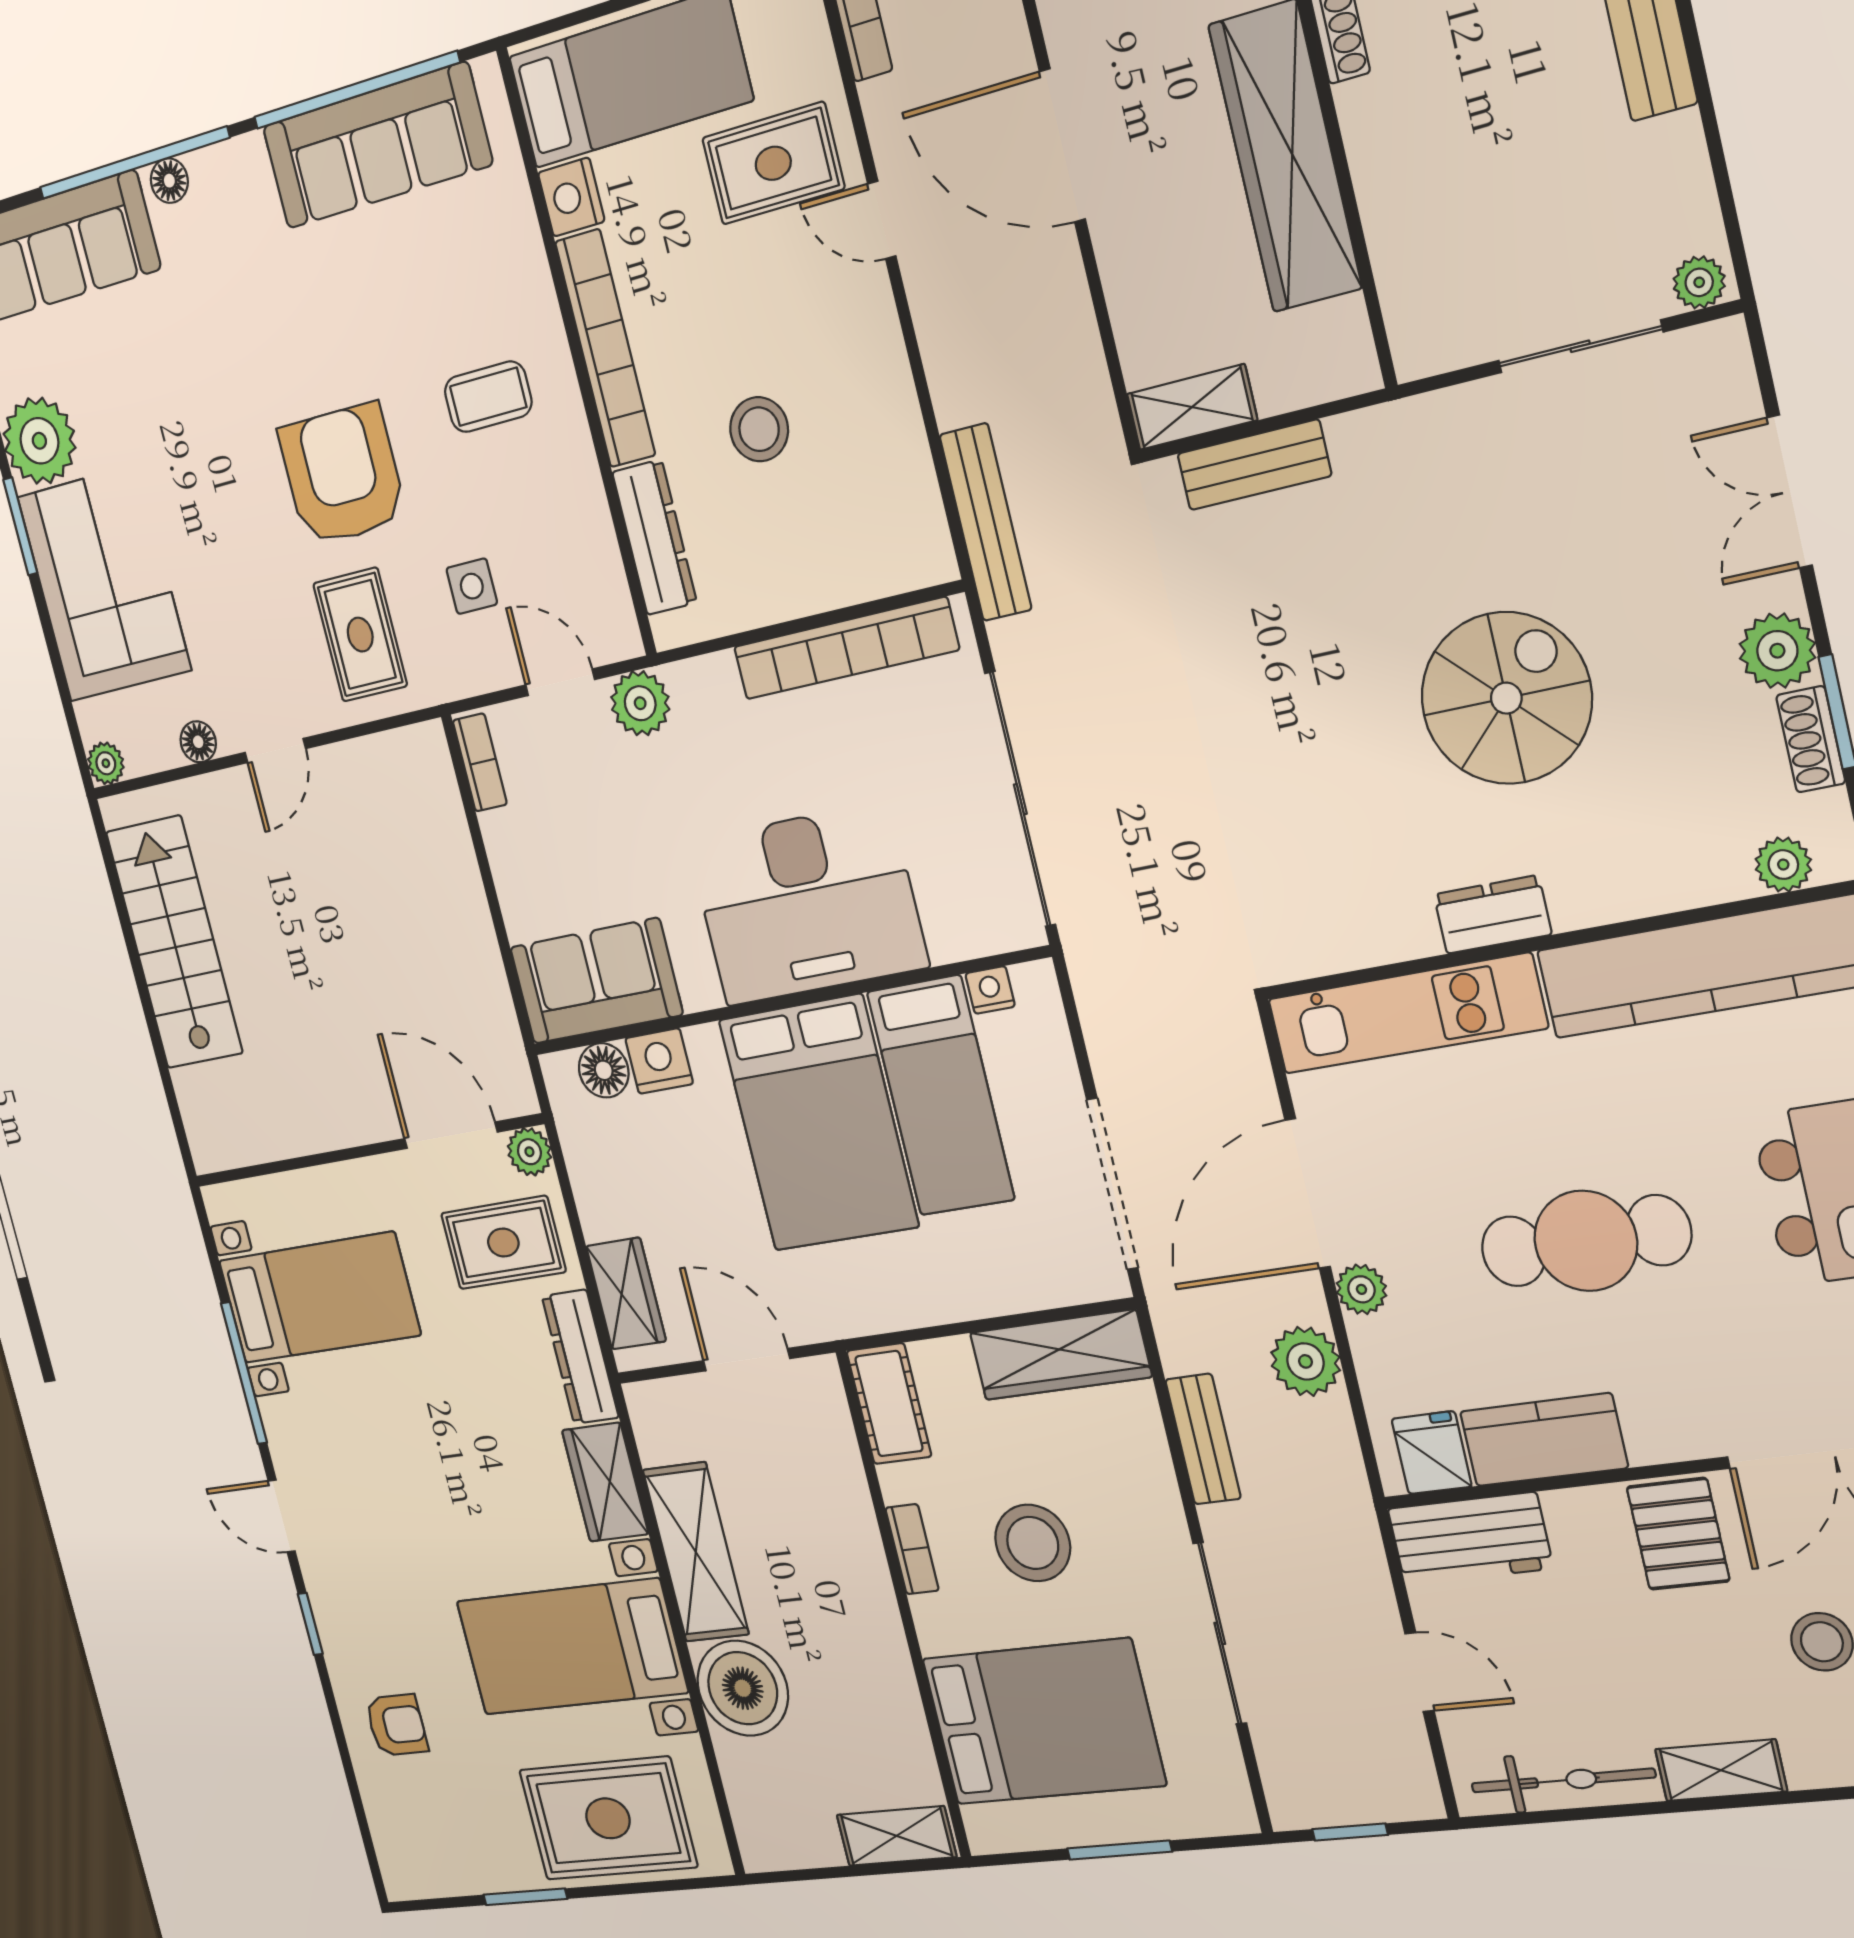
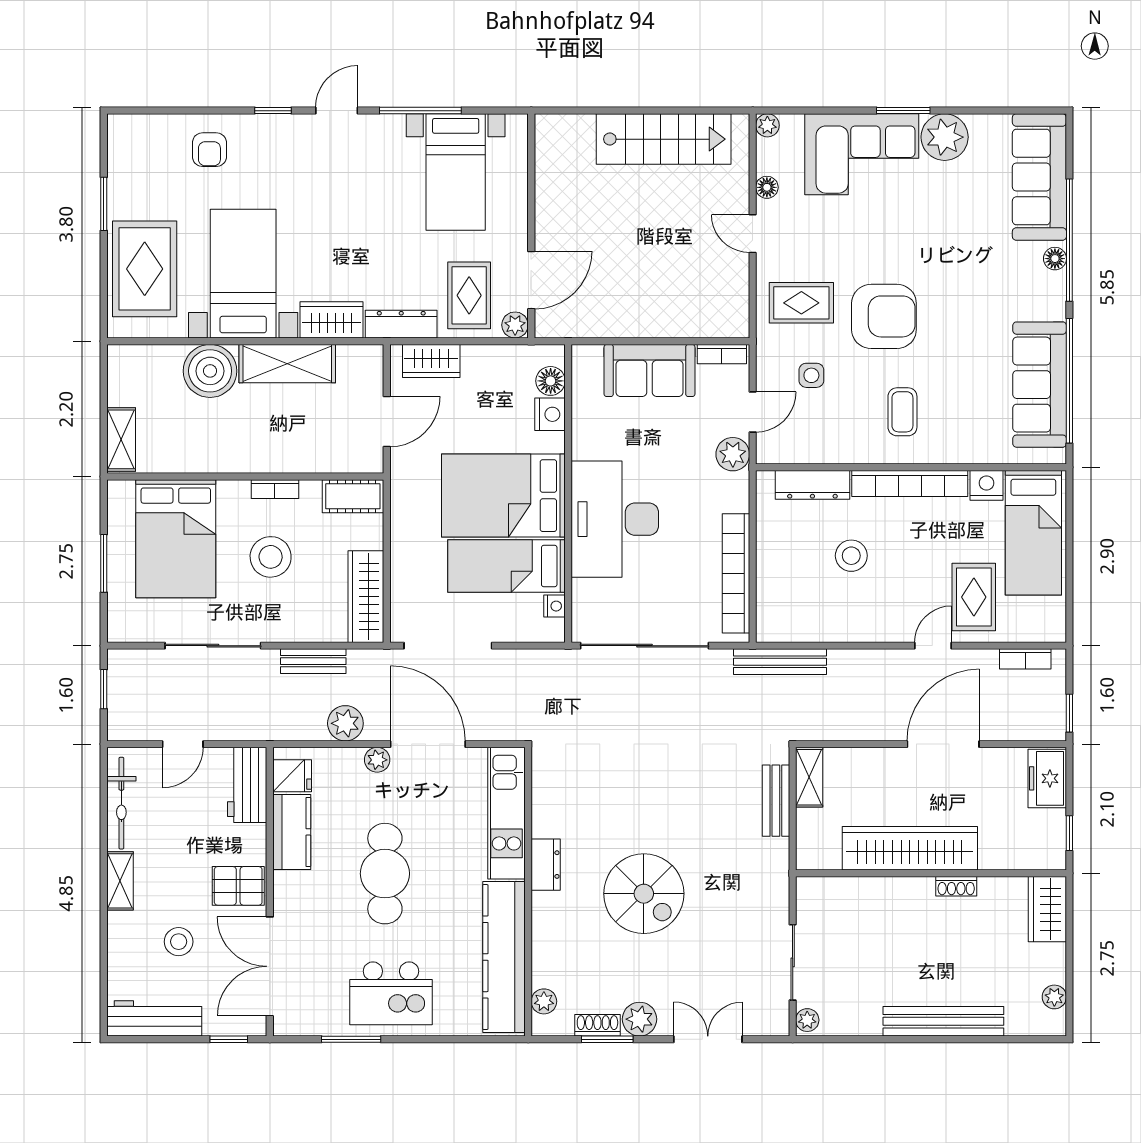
sofa: (596, 981) -> (649, 370), moved, turned 90

